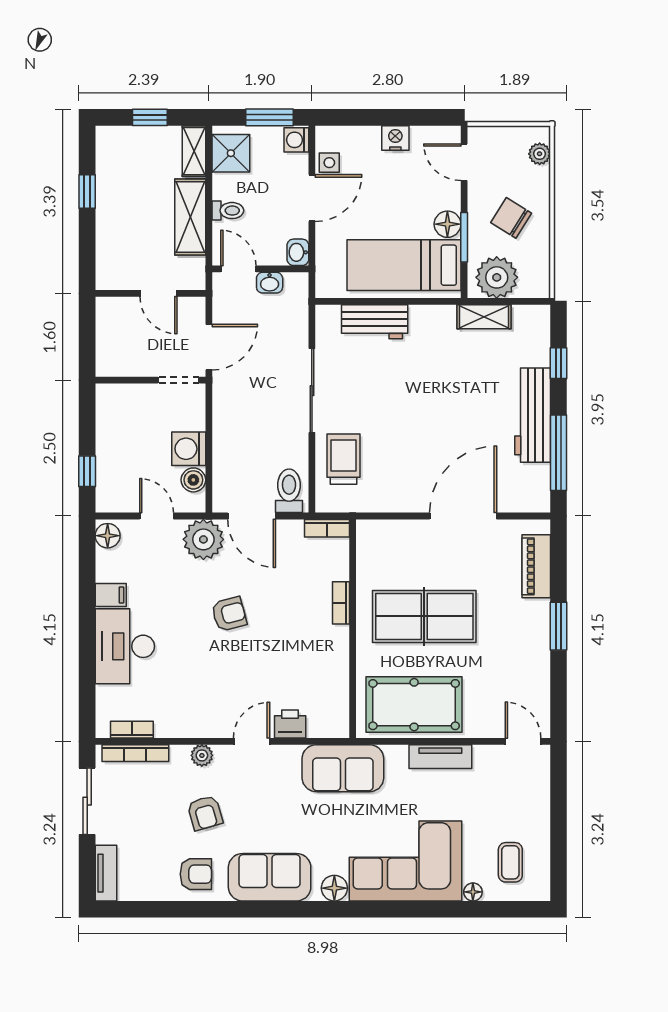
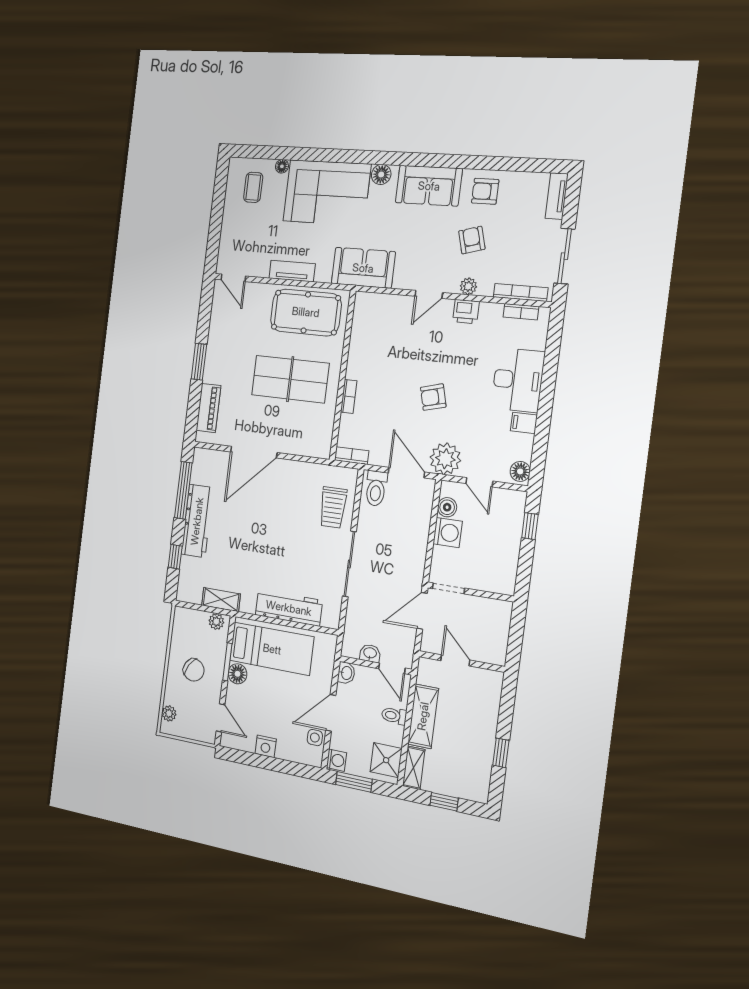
plant: (497, 277) -> (216, 621), width x0.53, depth x0.53
workbench: (375, 322) -> (289, 608), width x1.37
printer: (290, 724) -> (466, 312), moved

